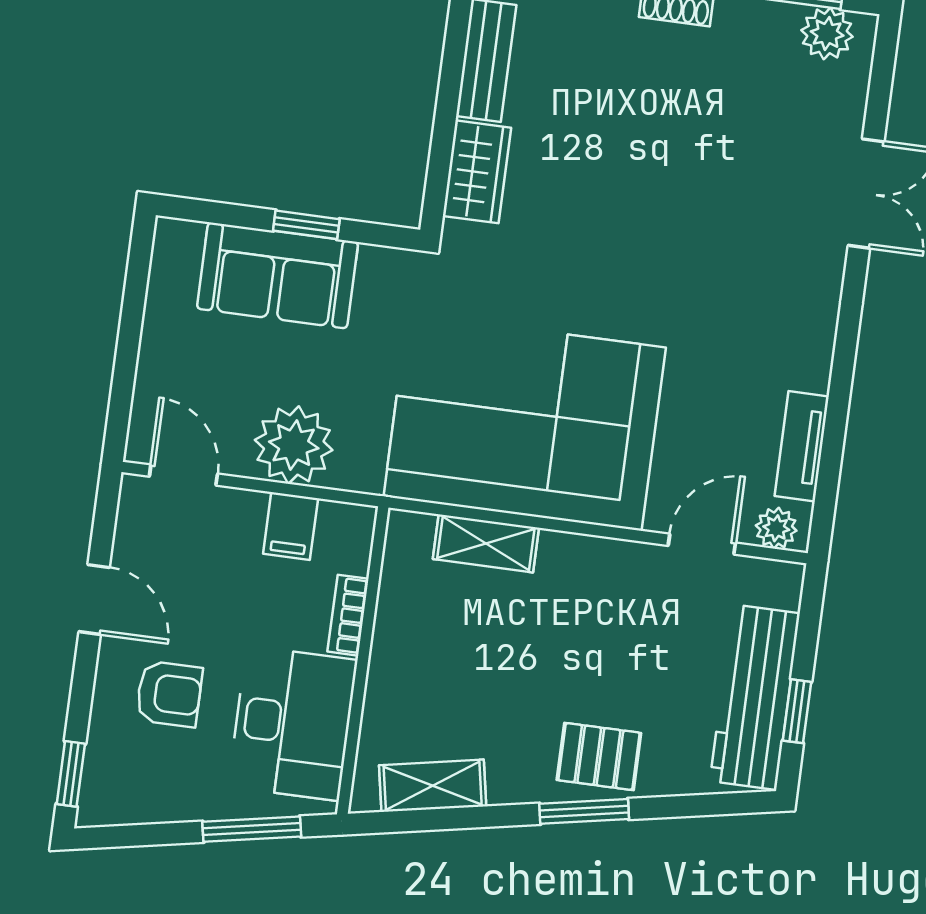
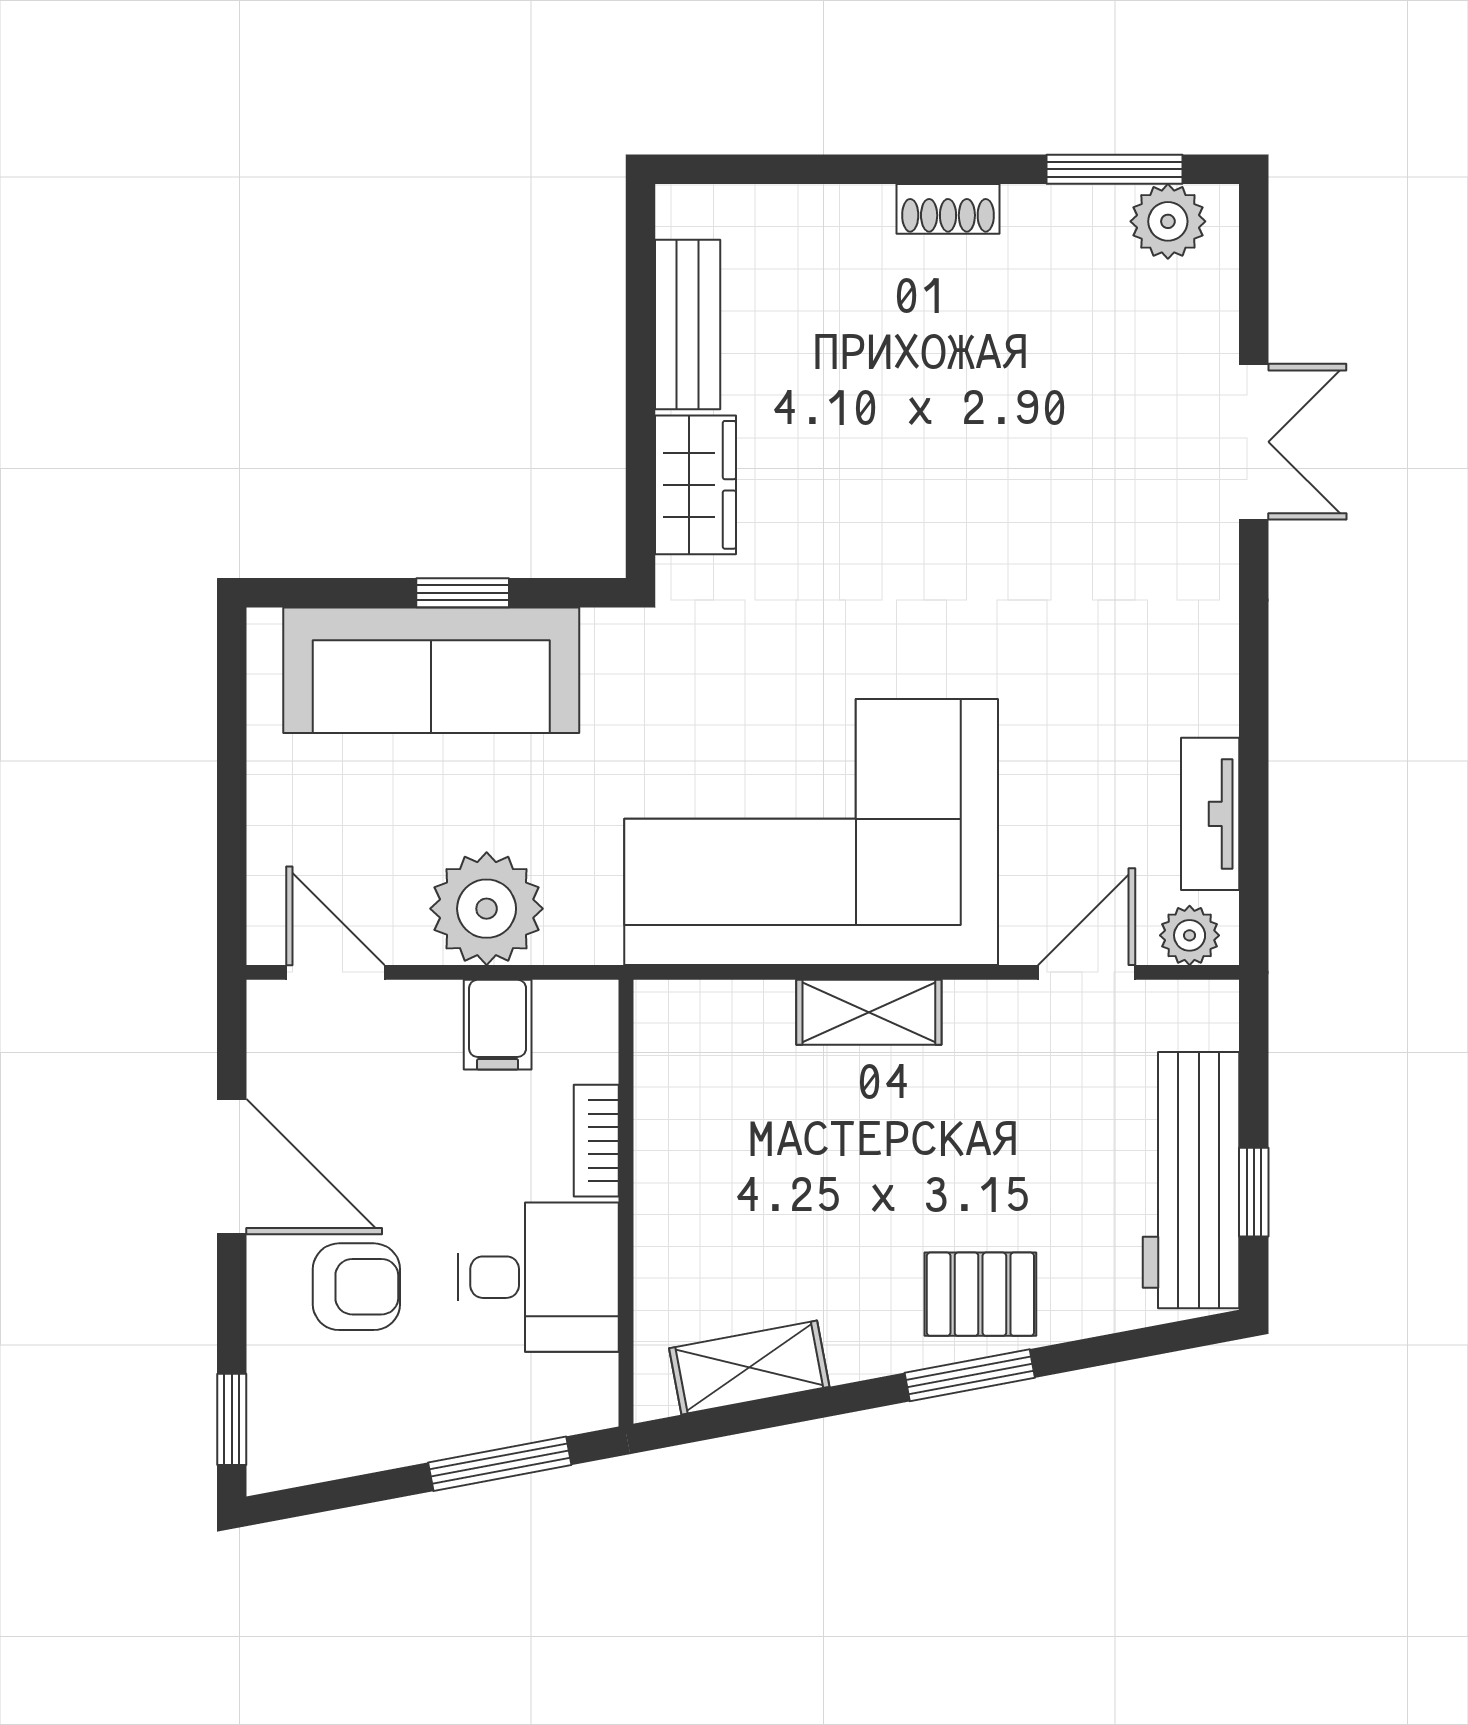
sofa: (278, 275) -> (431, 670), width x1.36
shelving: (486, 543) -> (869, 1012), moved
door: (94, 600) -> (232, 1167), width x1.38
desk: (293, 723) -> (538, 1277), width x0.73

